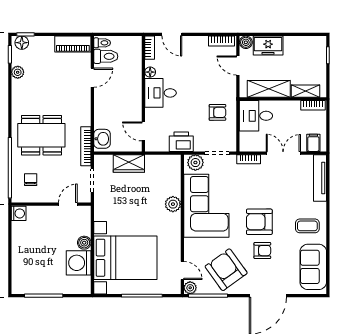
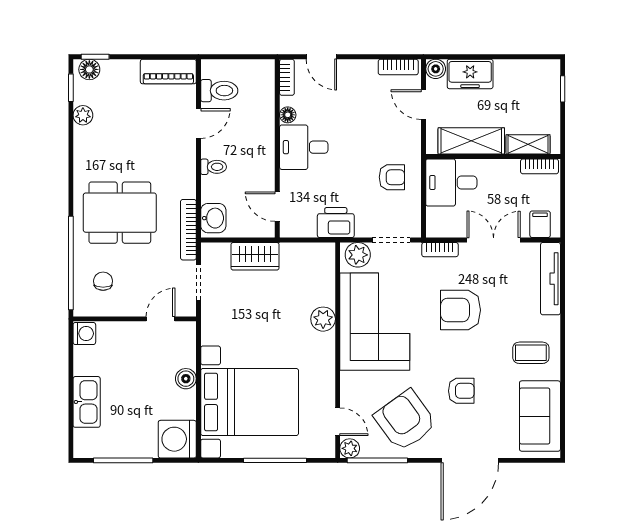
toilet: (102, 43) -> (214, 167), moved
armchair: (259, 222) -> (461, 310), moved
kitchen sink: (20, 258) -> (87, 402), added
washing machine: (79, 263) -> (177, 439), moved

